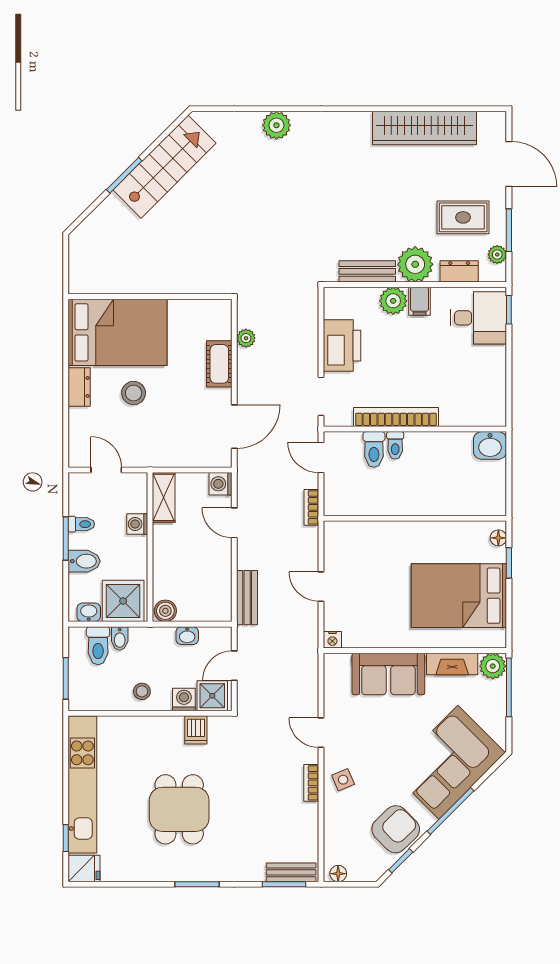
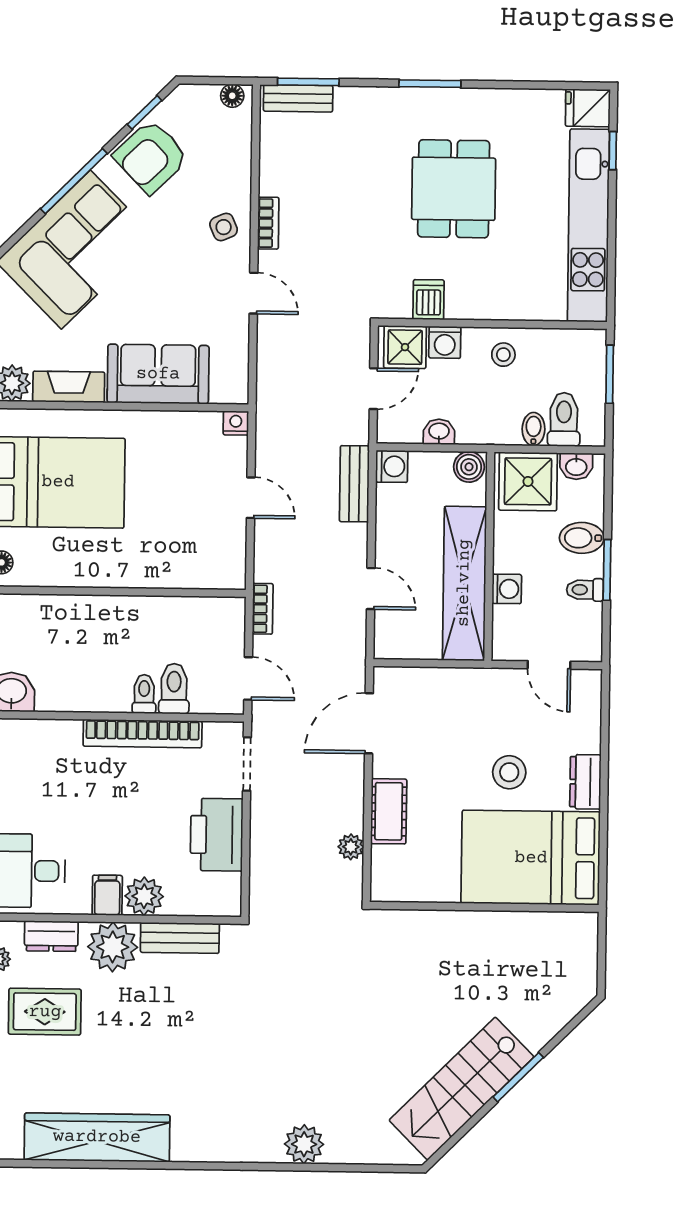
washing machine: (221, 484) -> (392, 466), moved
shelving: (164, 497) -> (464, 583), width x2.20, depth x1.33

